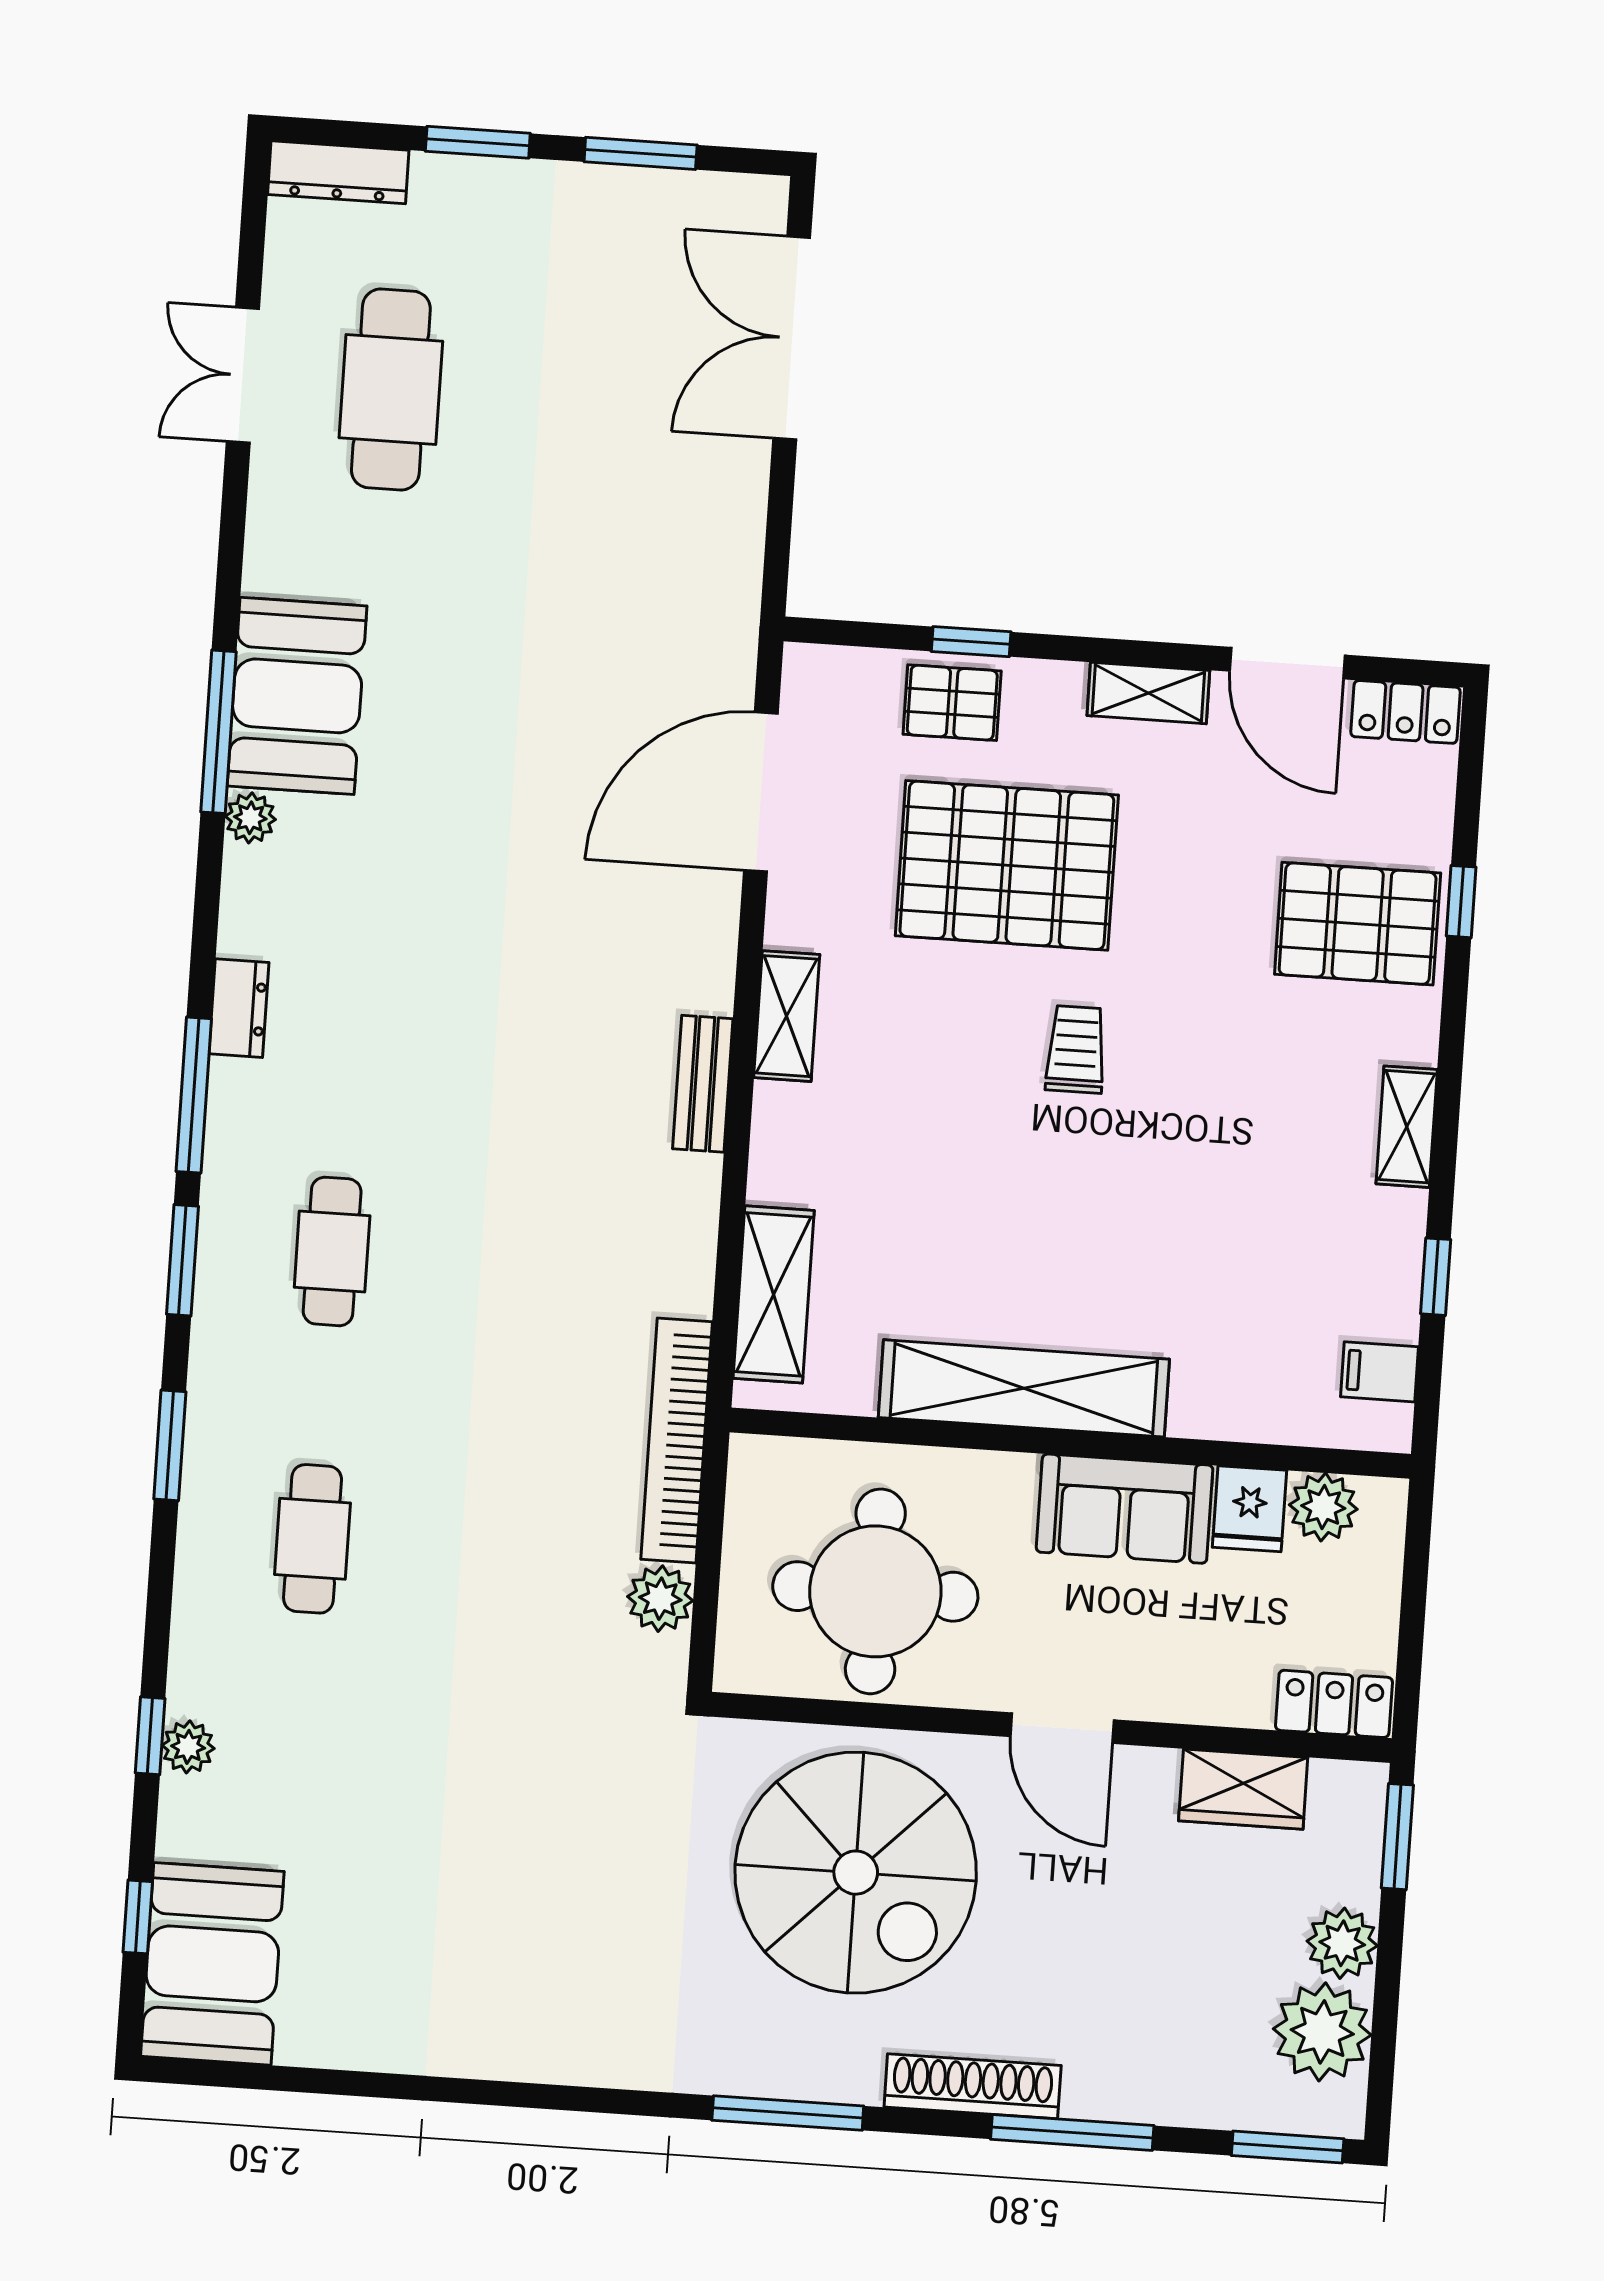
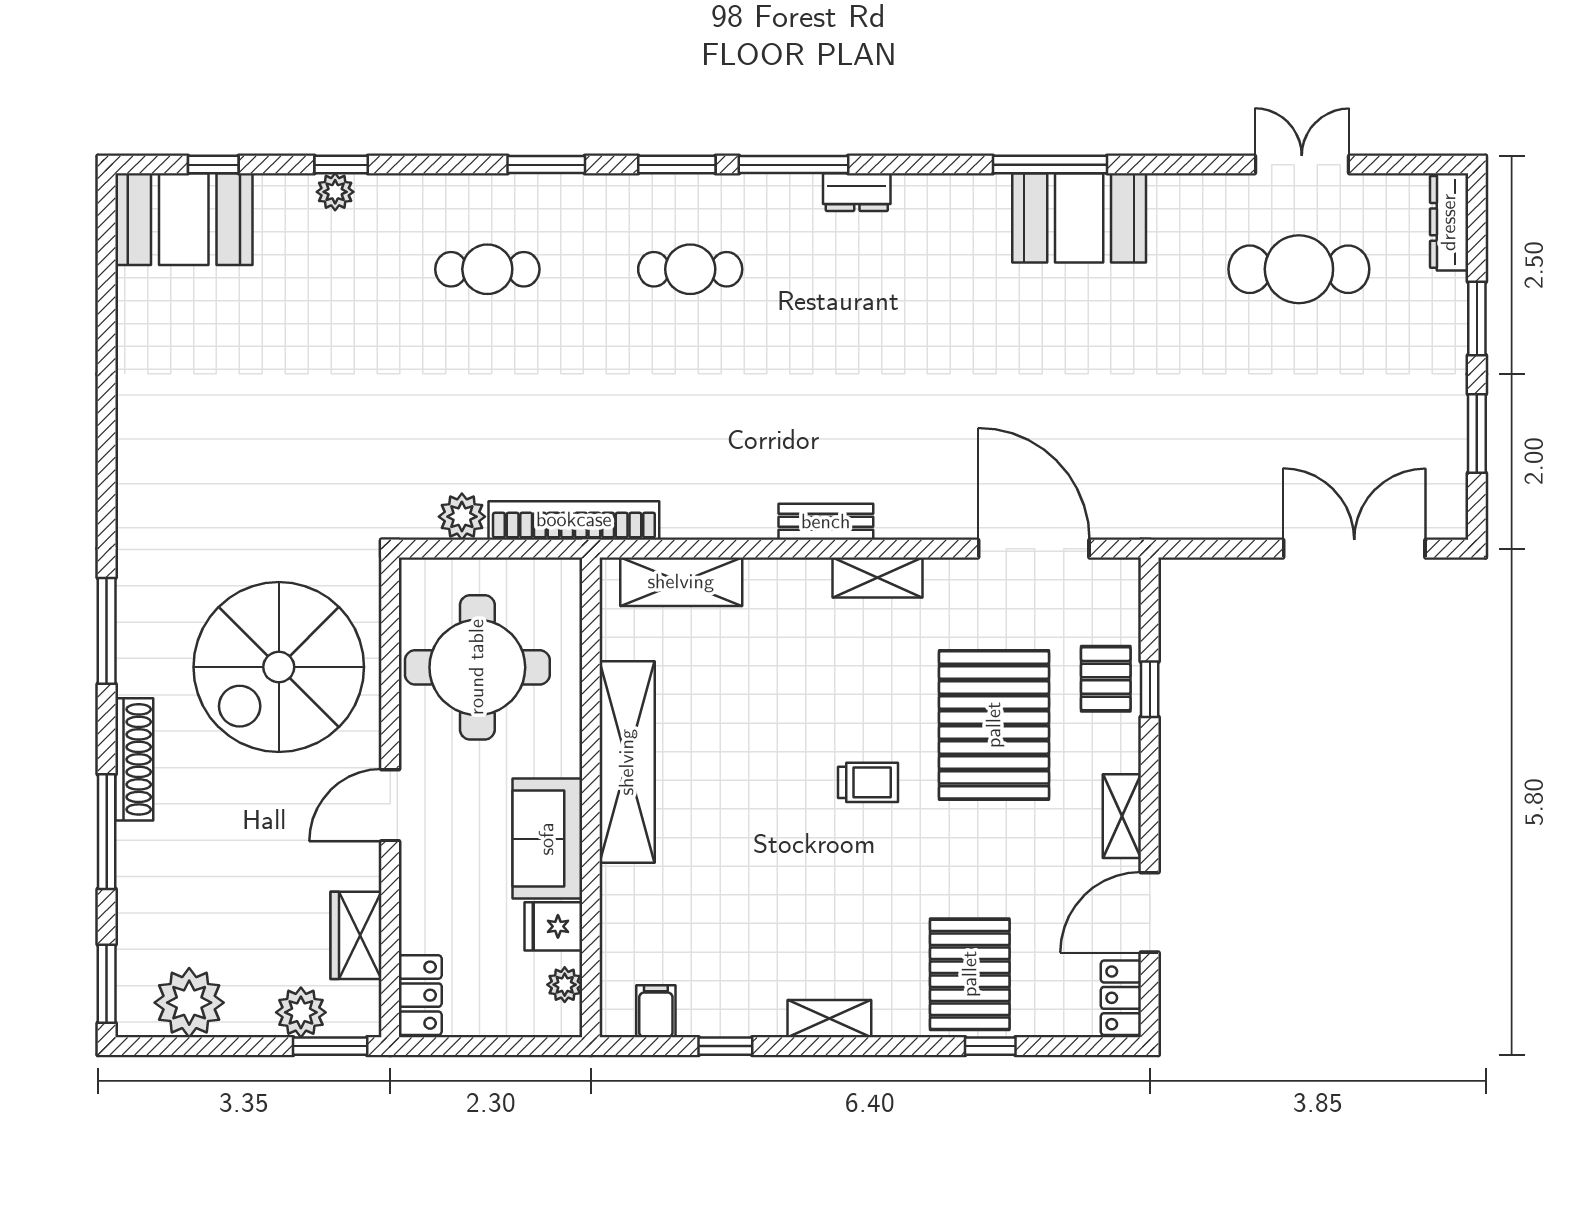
plant: (250, 818) -> (991, 191), removed
plant: (1323, 1507) -> (565, 985), width x0.73, depth x0.73
plant: (1342, 1943) -> (301, 1012), moved

